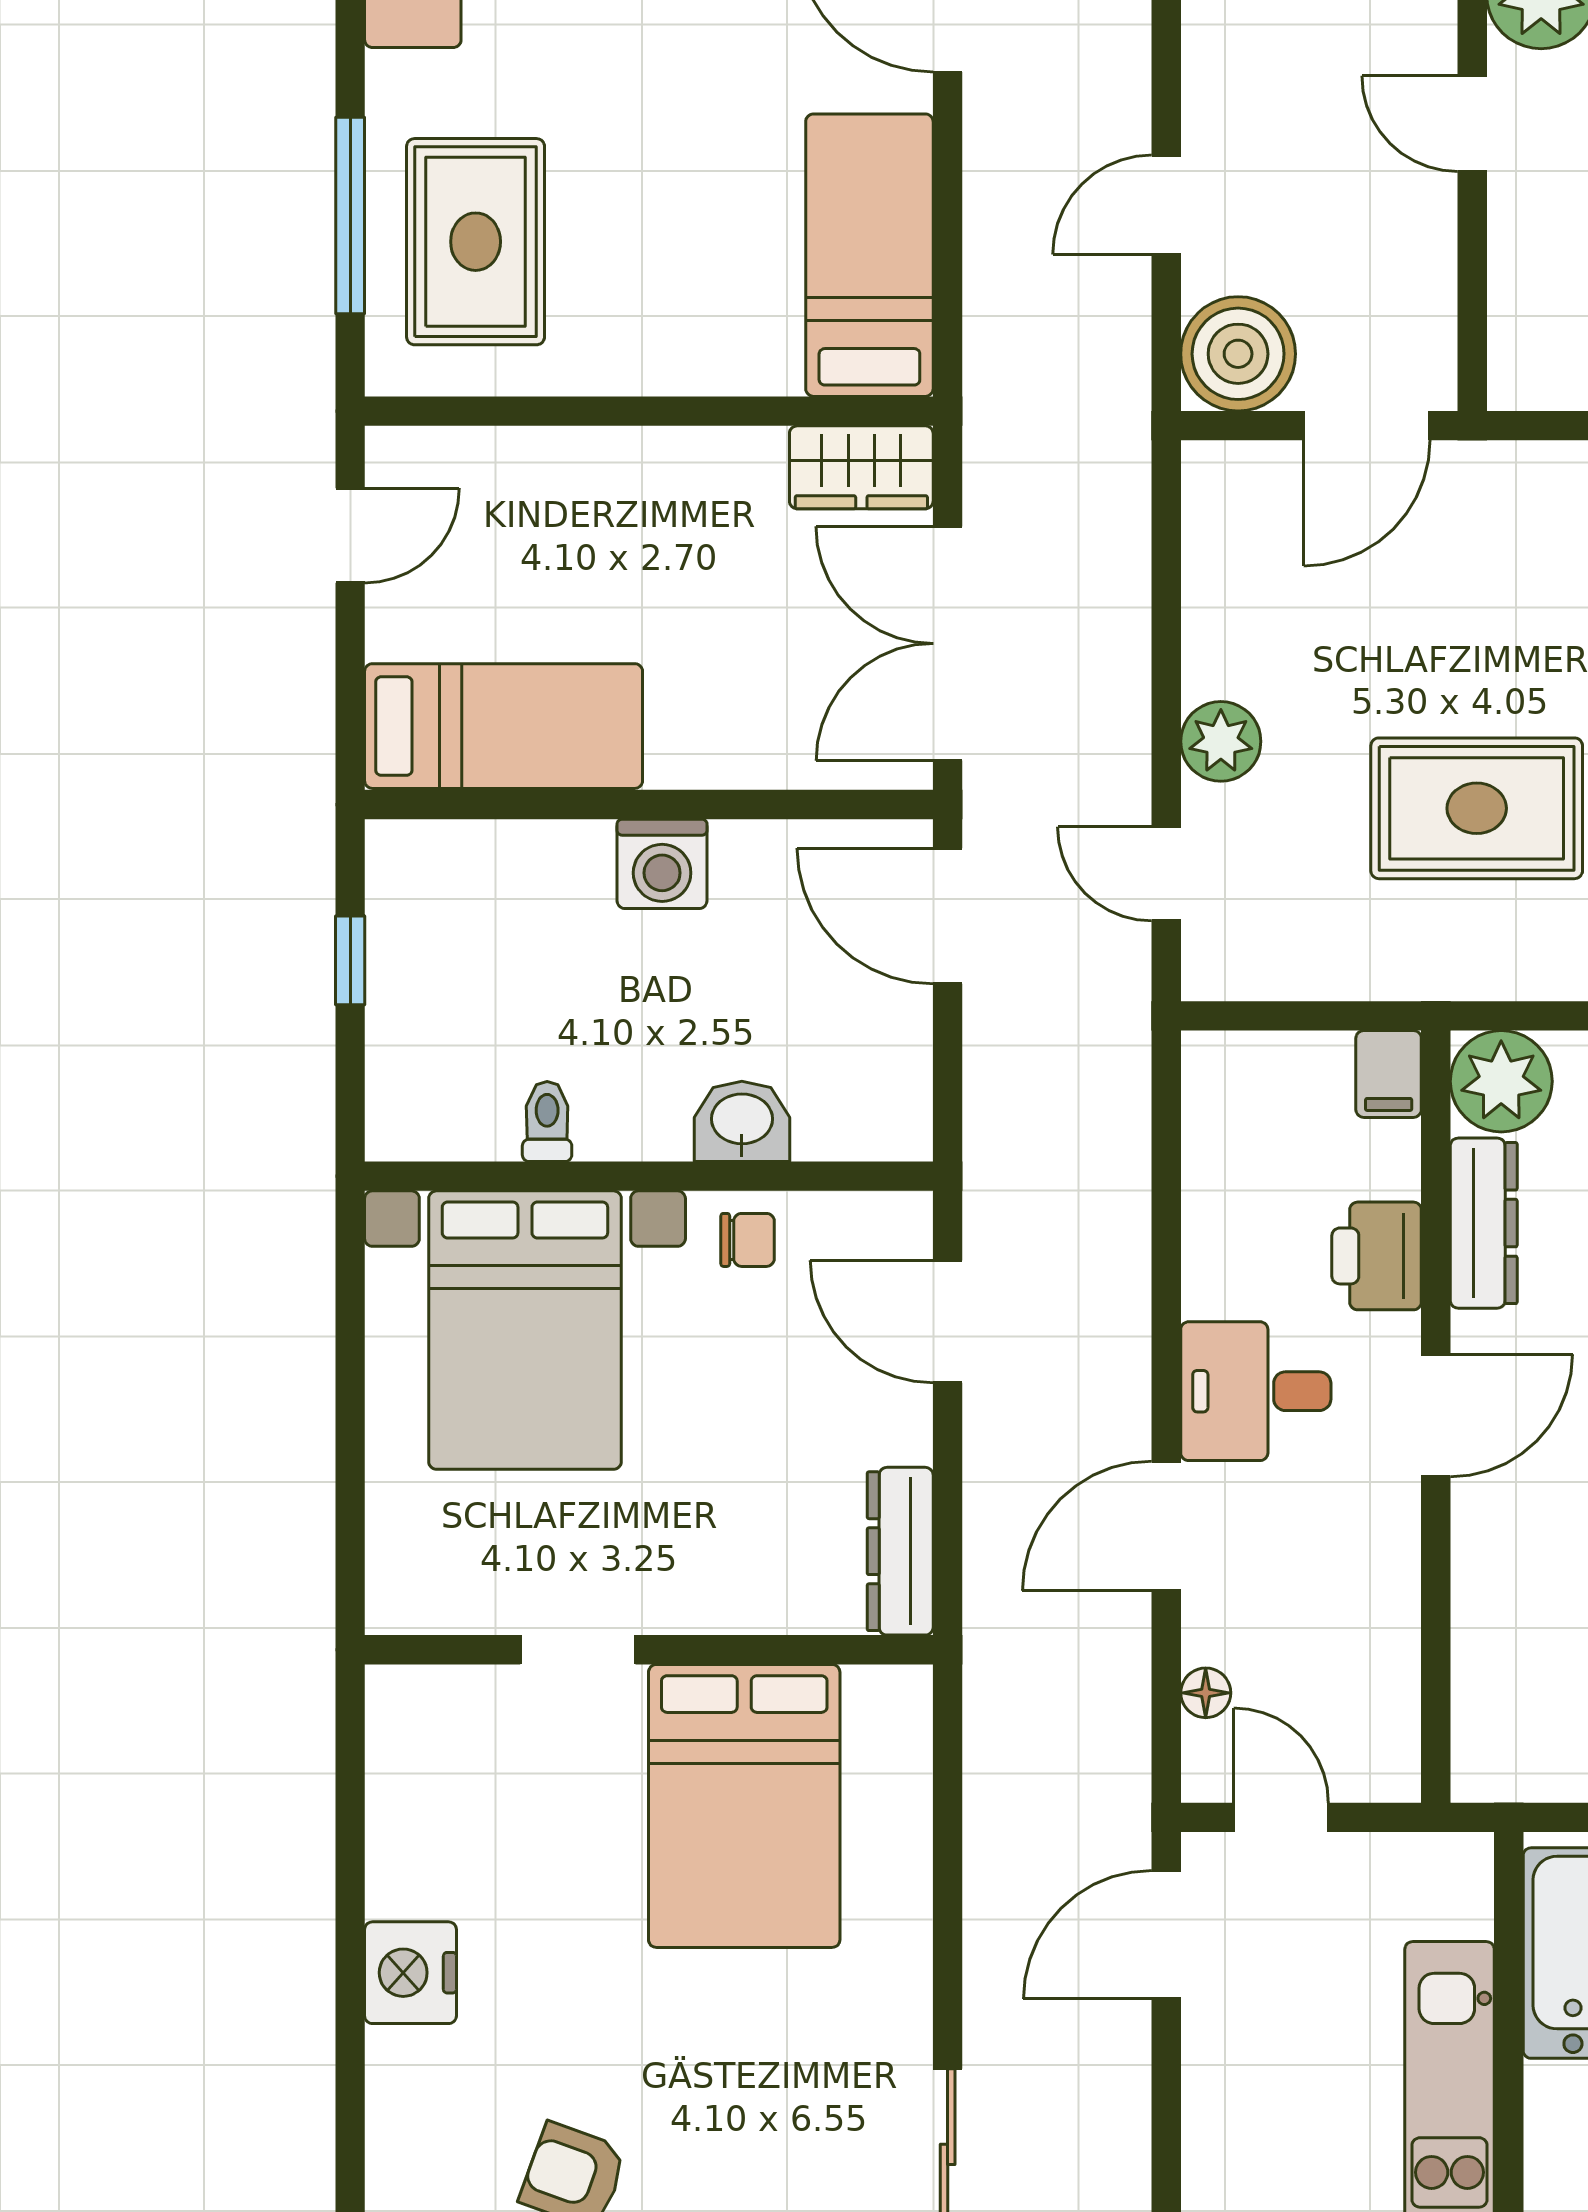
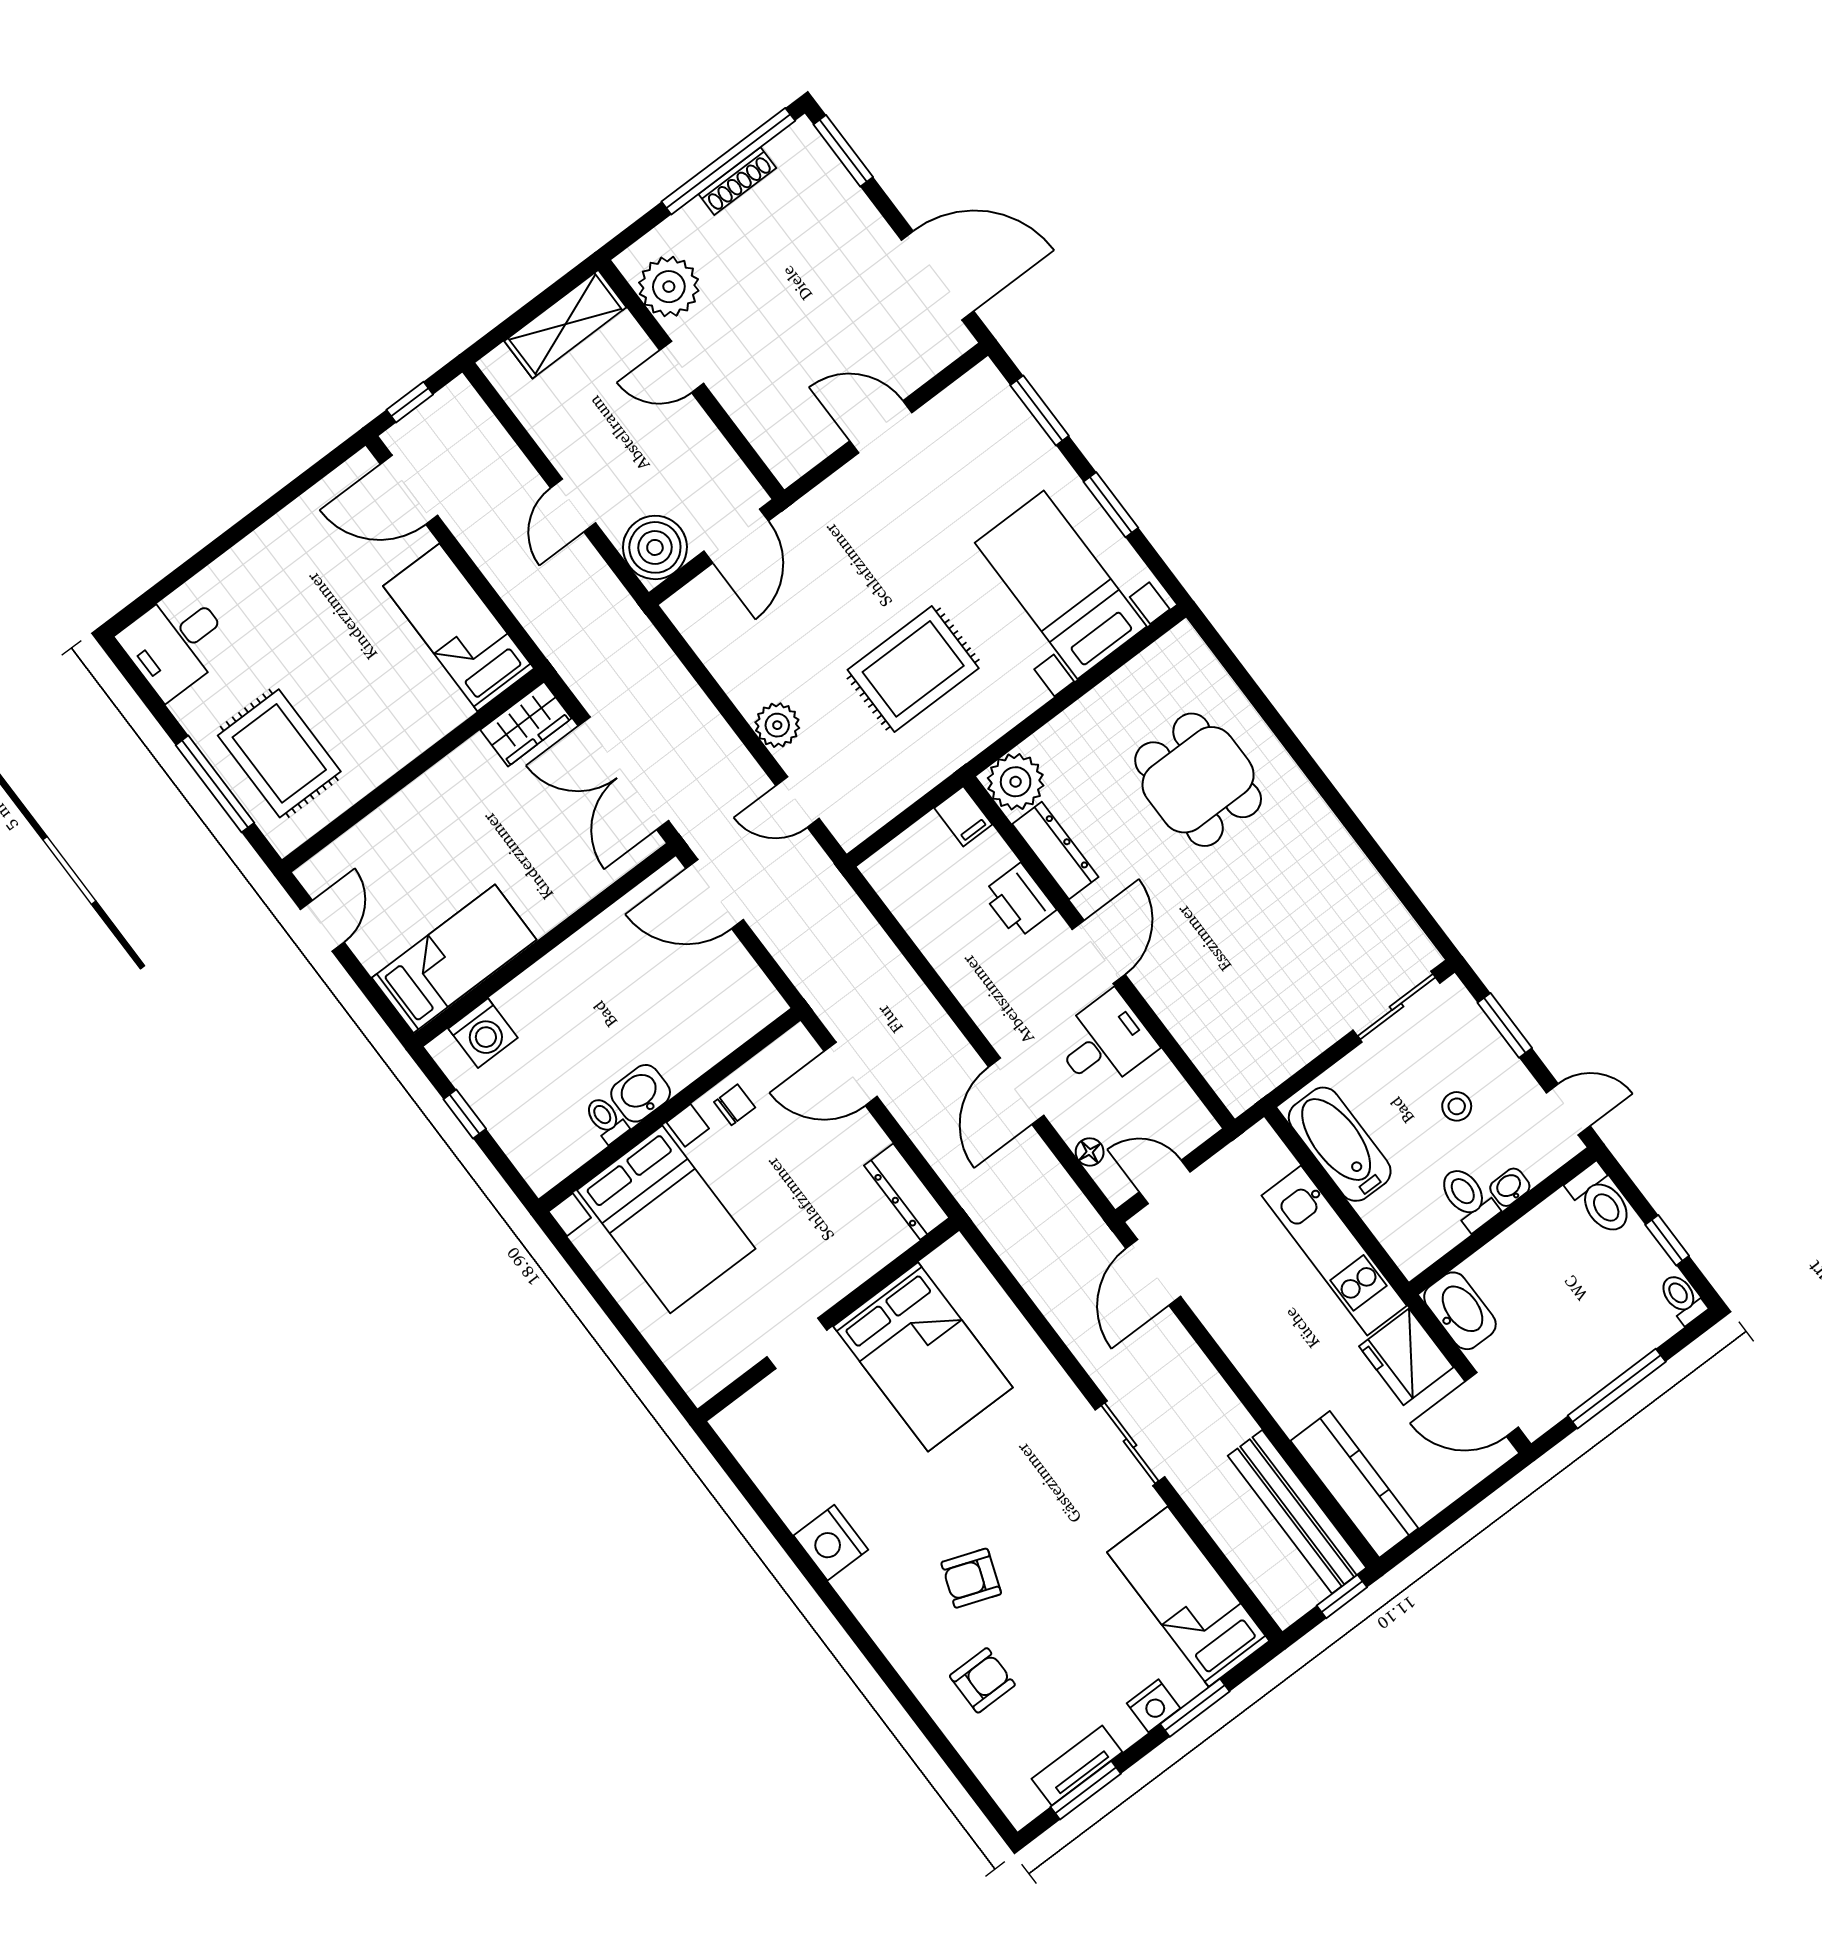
washing machine: (662, 864) -> (483, 1033), moved
washbasin: (742, 1121) -> (641, 1093), moved
desk: (1256, 1391) -> (1104, 1042), moved, turned 180

